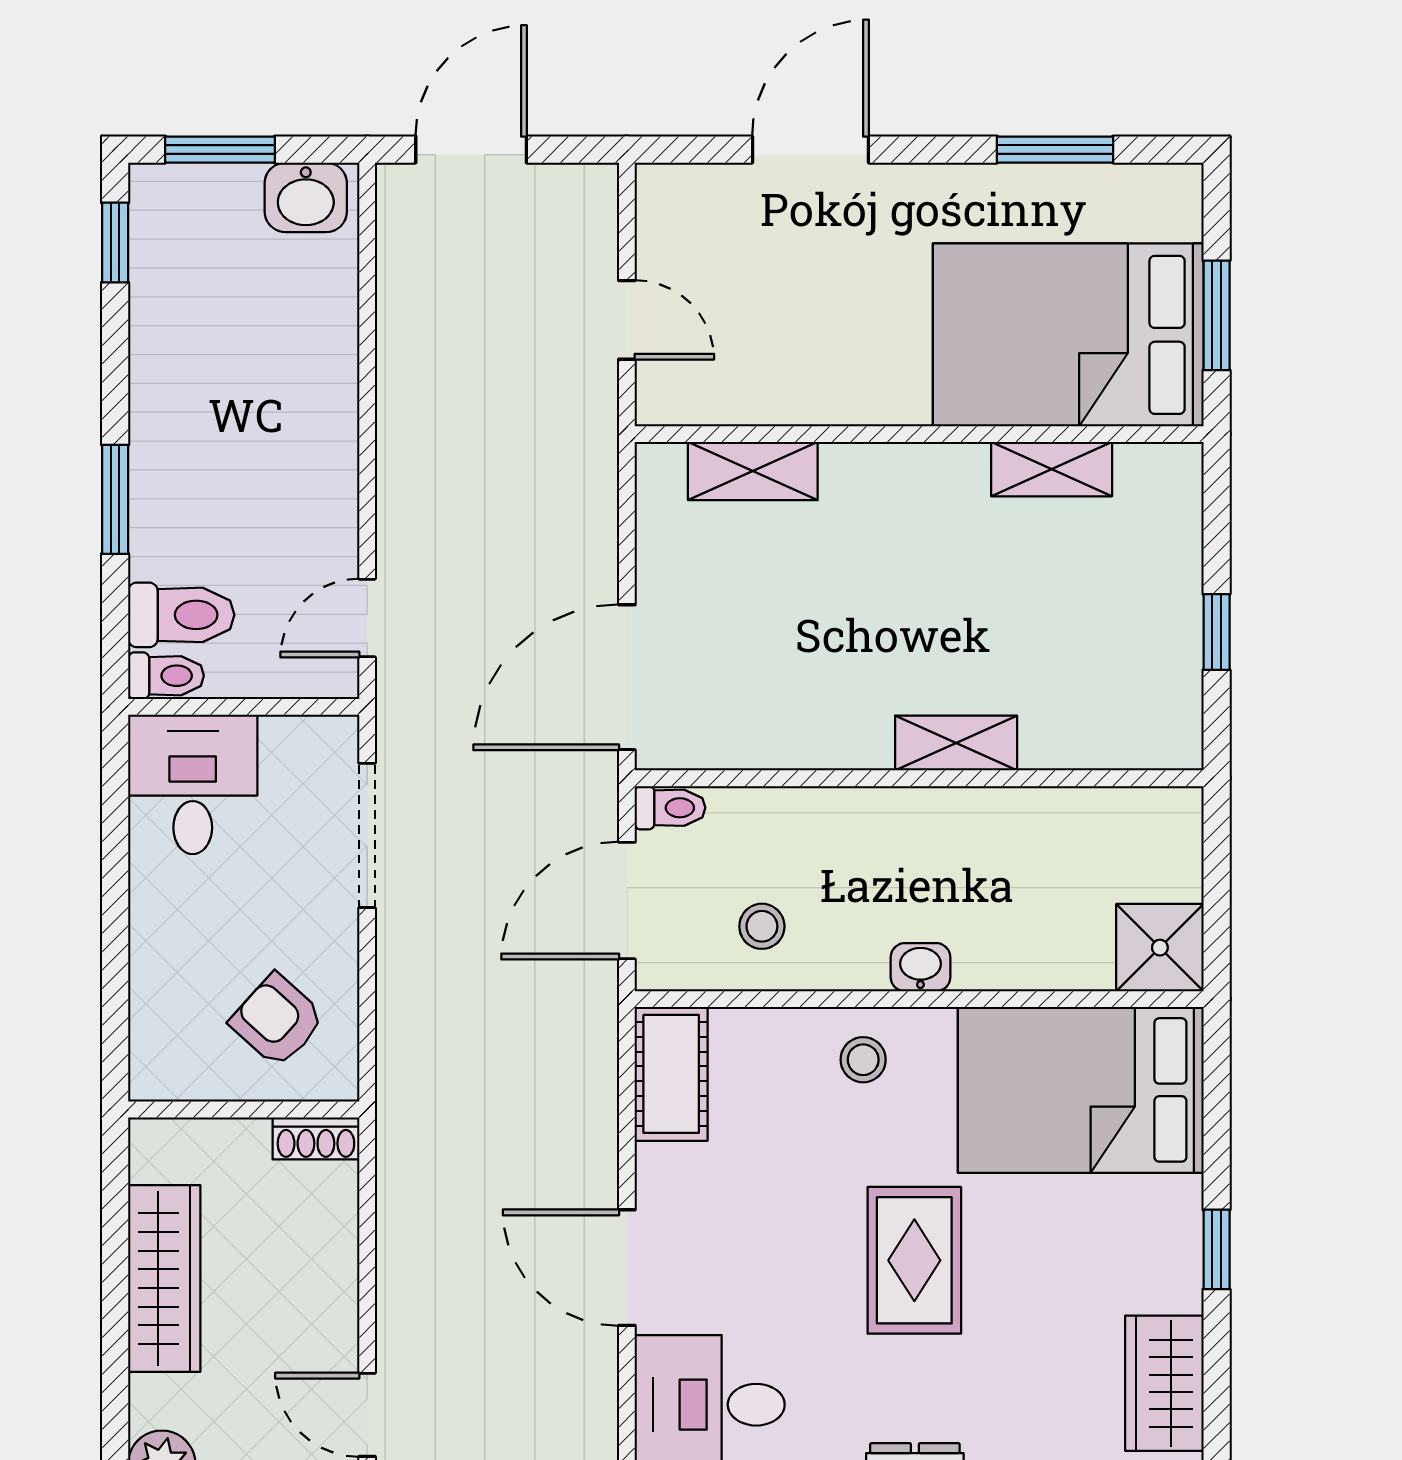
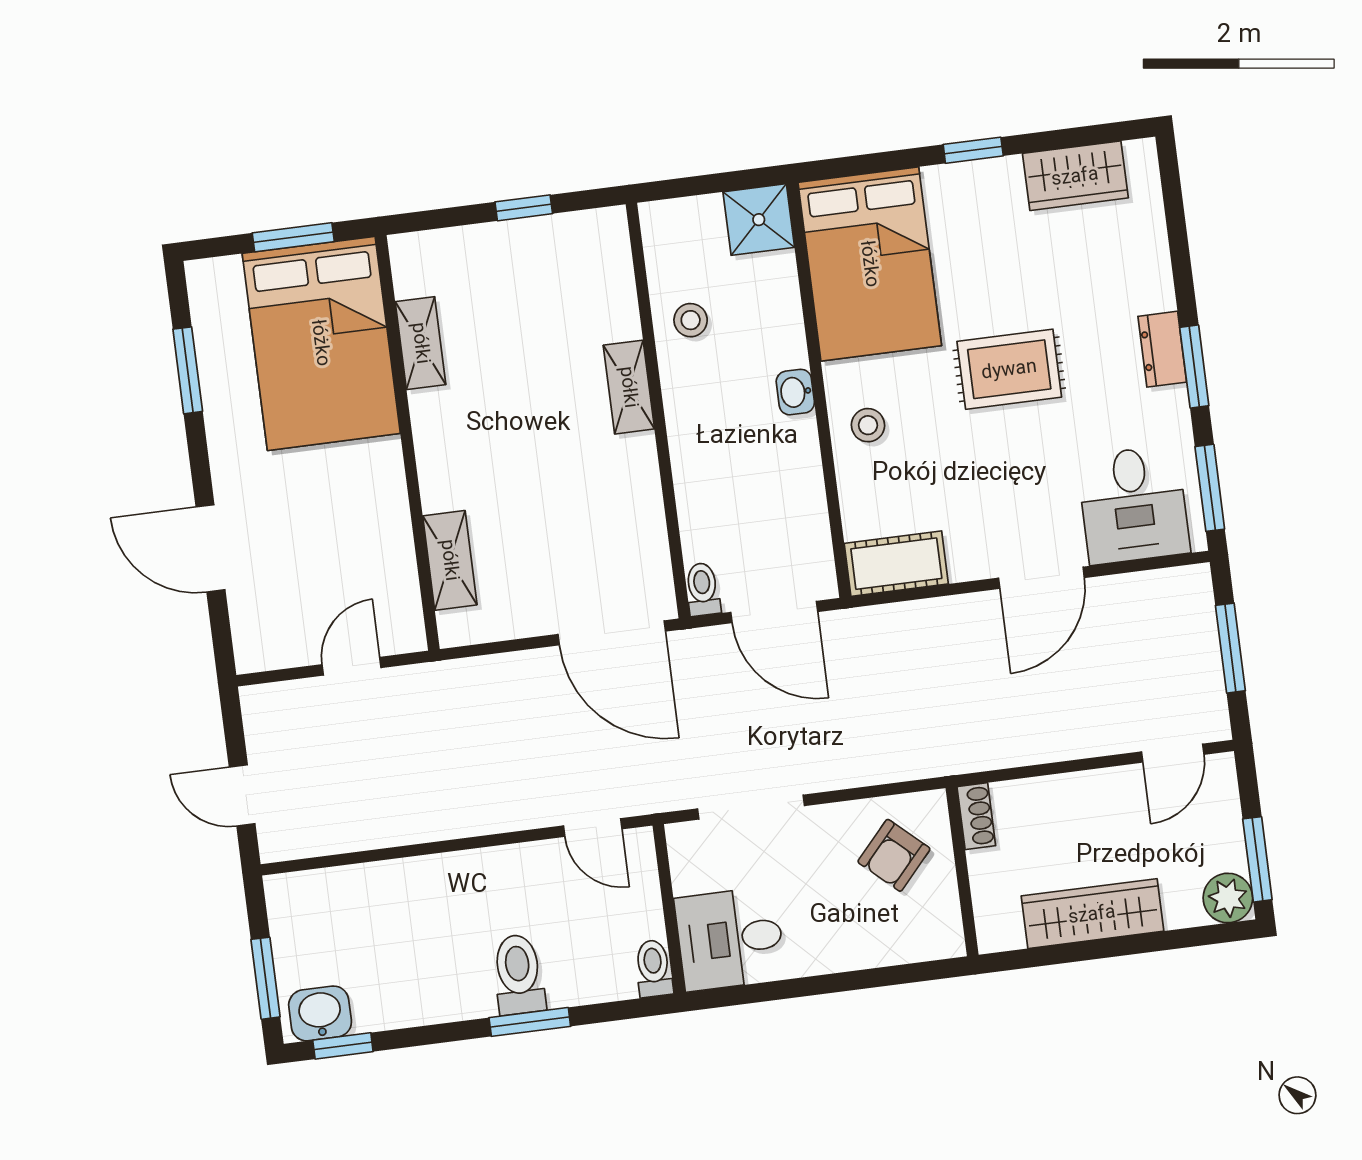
door: (471, 150) -> (242, 795), width x0.73
washbasin: (306, 197) -> (320, 1013), moved, turned -90
toilet: (181, 615) -> (519, 974), moved
stool: (762, 926) -> (691, 320), moved

